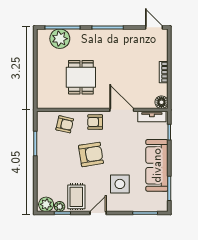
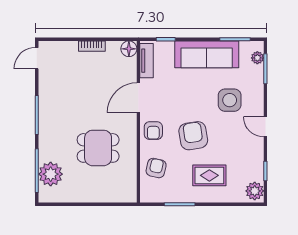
rug: (76, 197) -> (209, 175), moved
plant: (60, 207) -> (257, 58), moved

